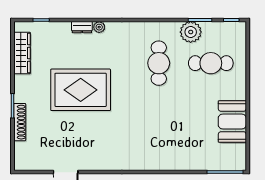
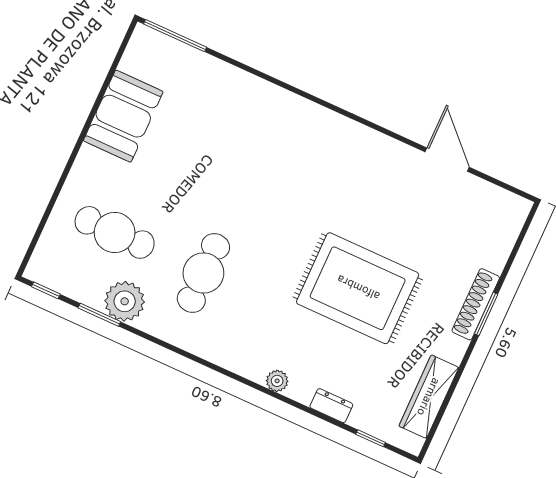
dresser: (82, 27) -> (331, 406), moved
shoe rack: (20, 122) -> (476, 304), moved

